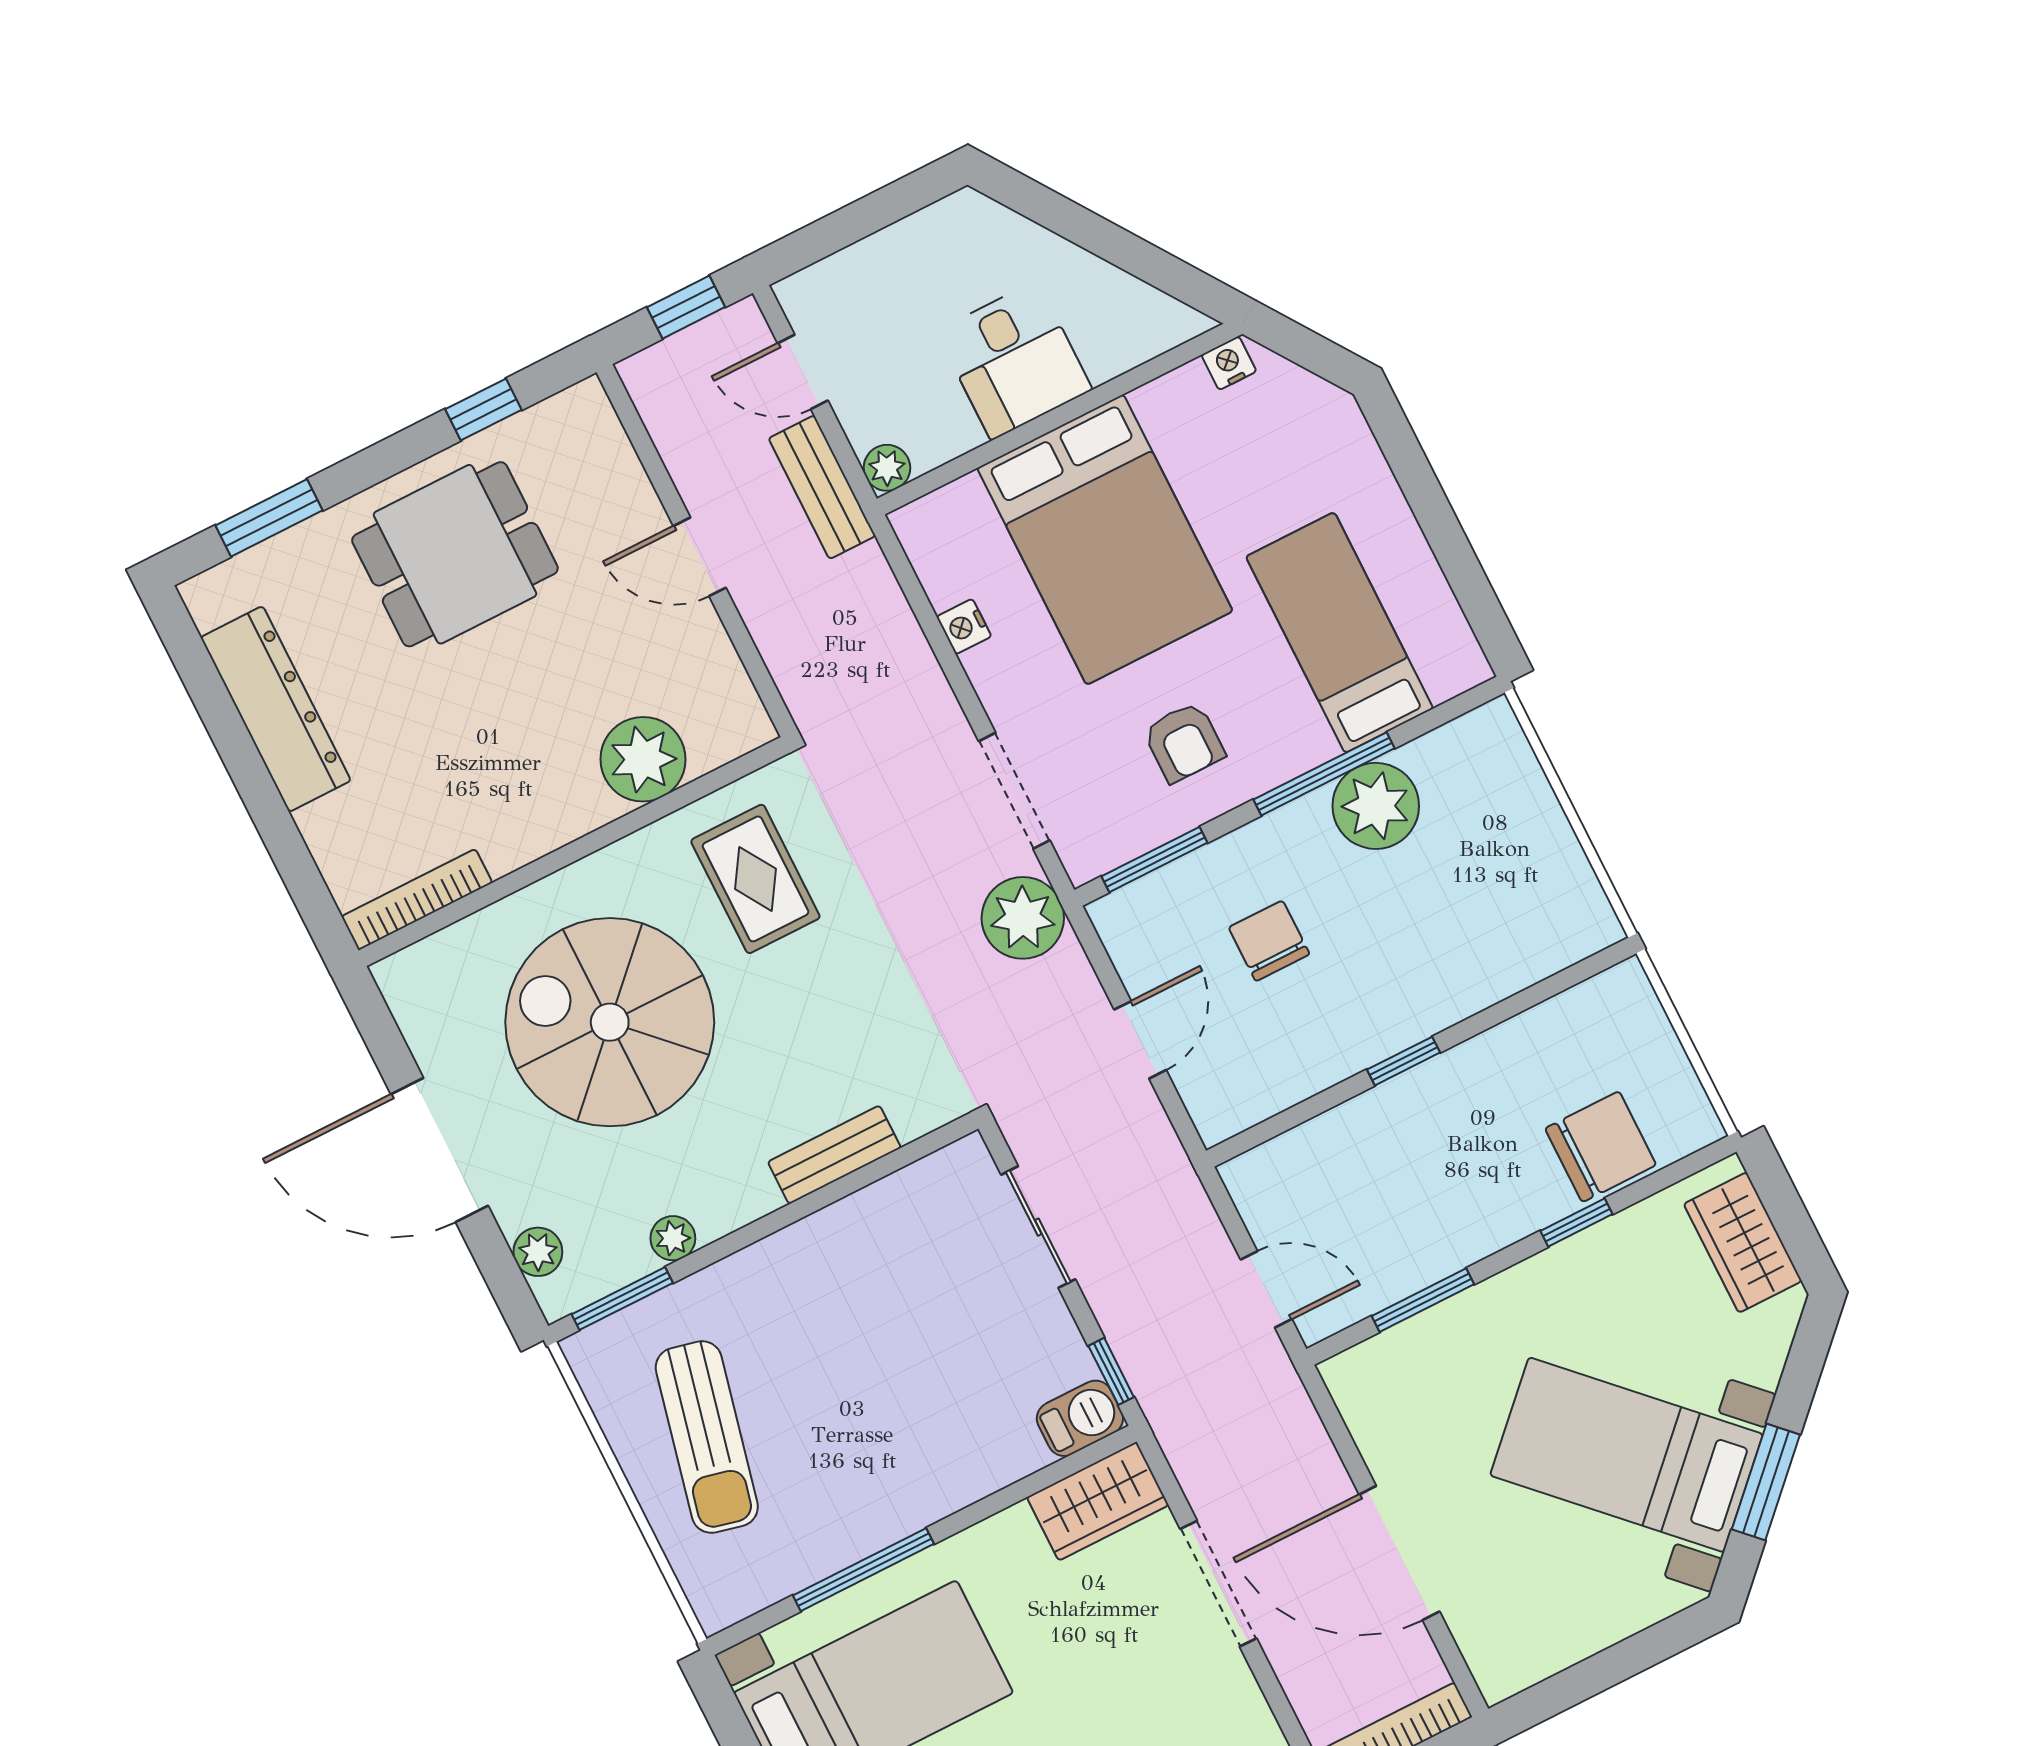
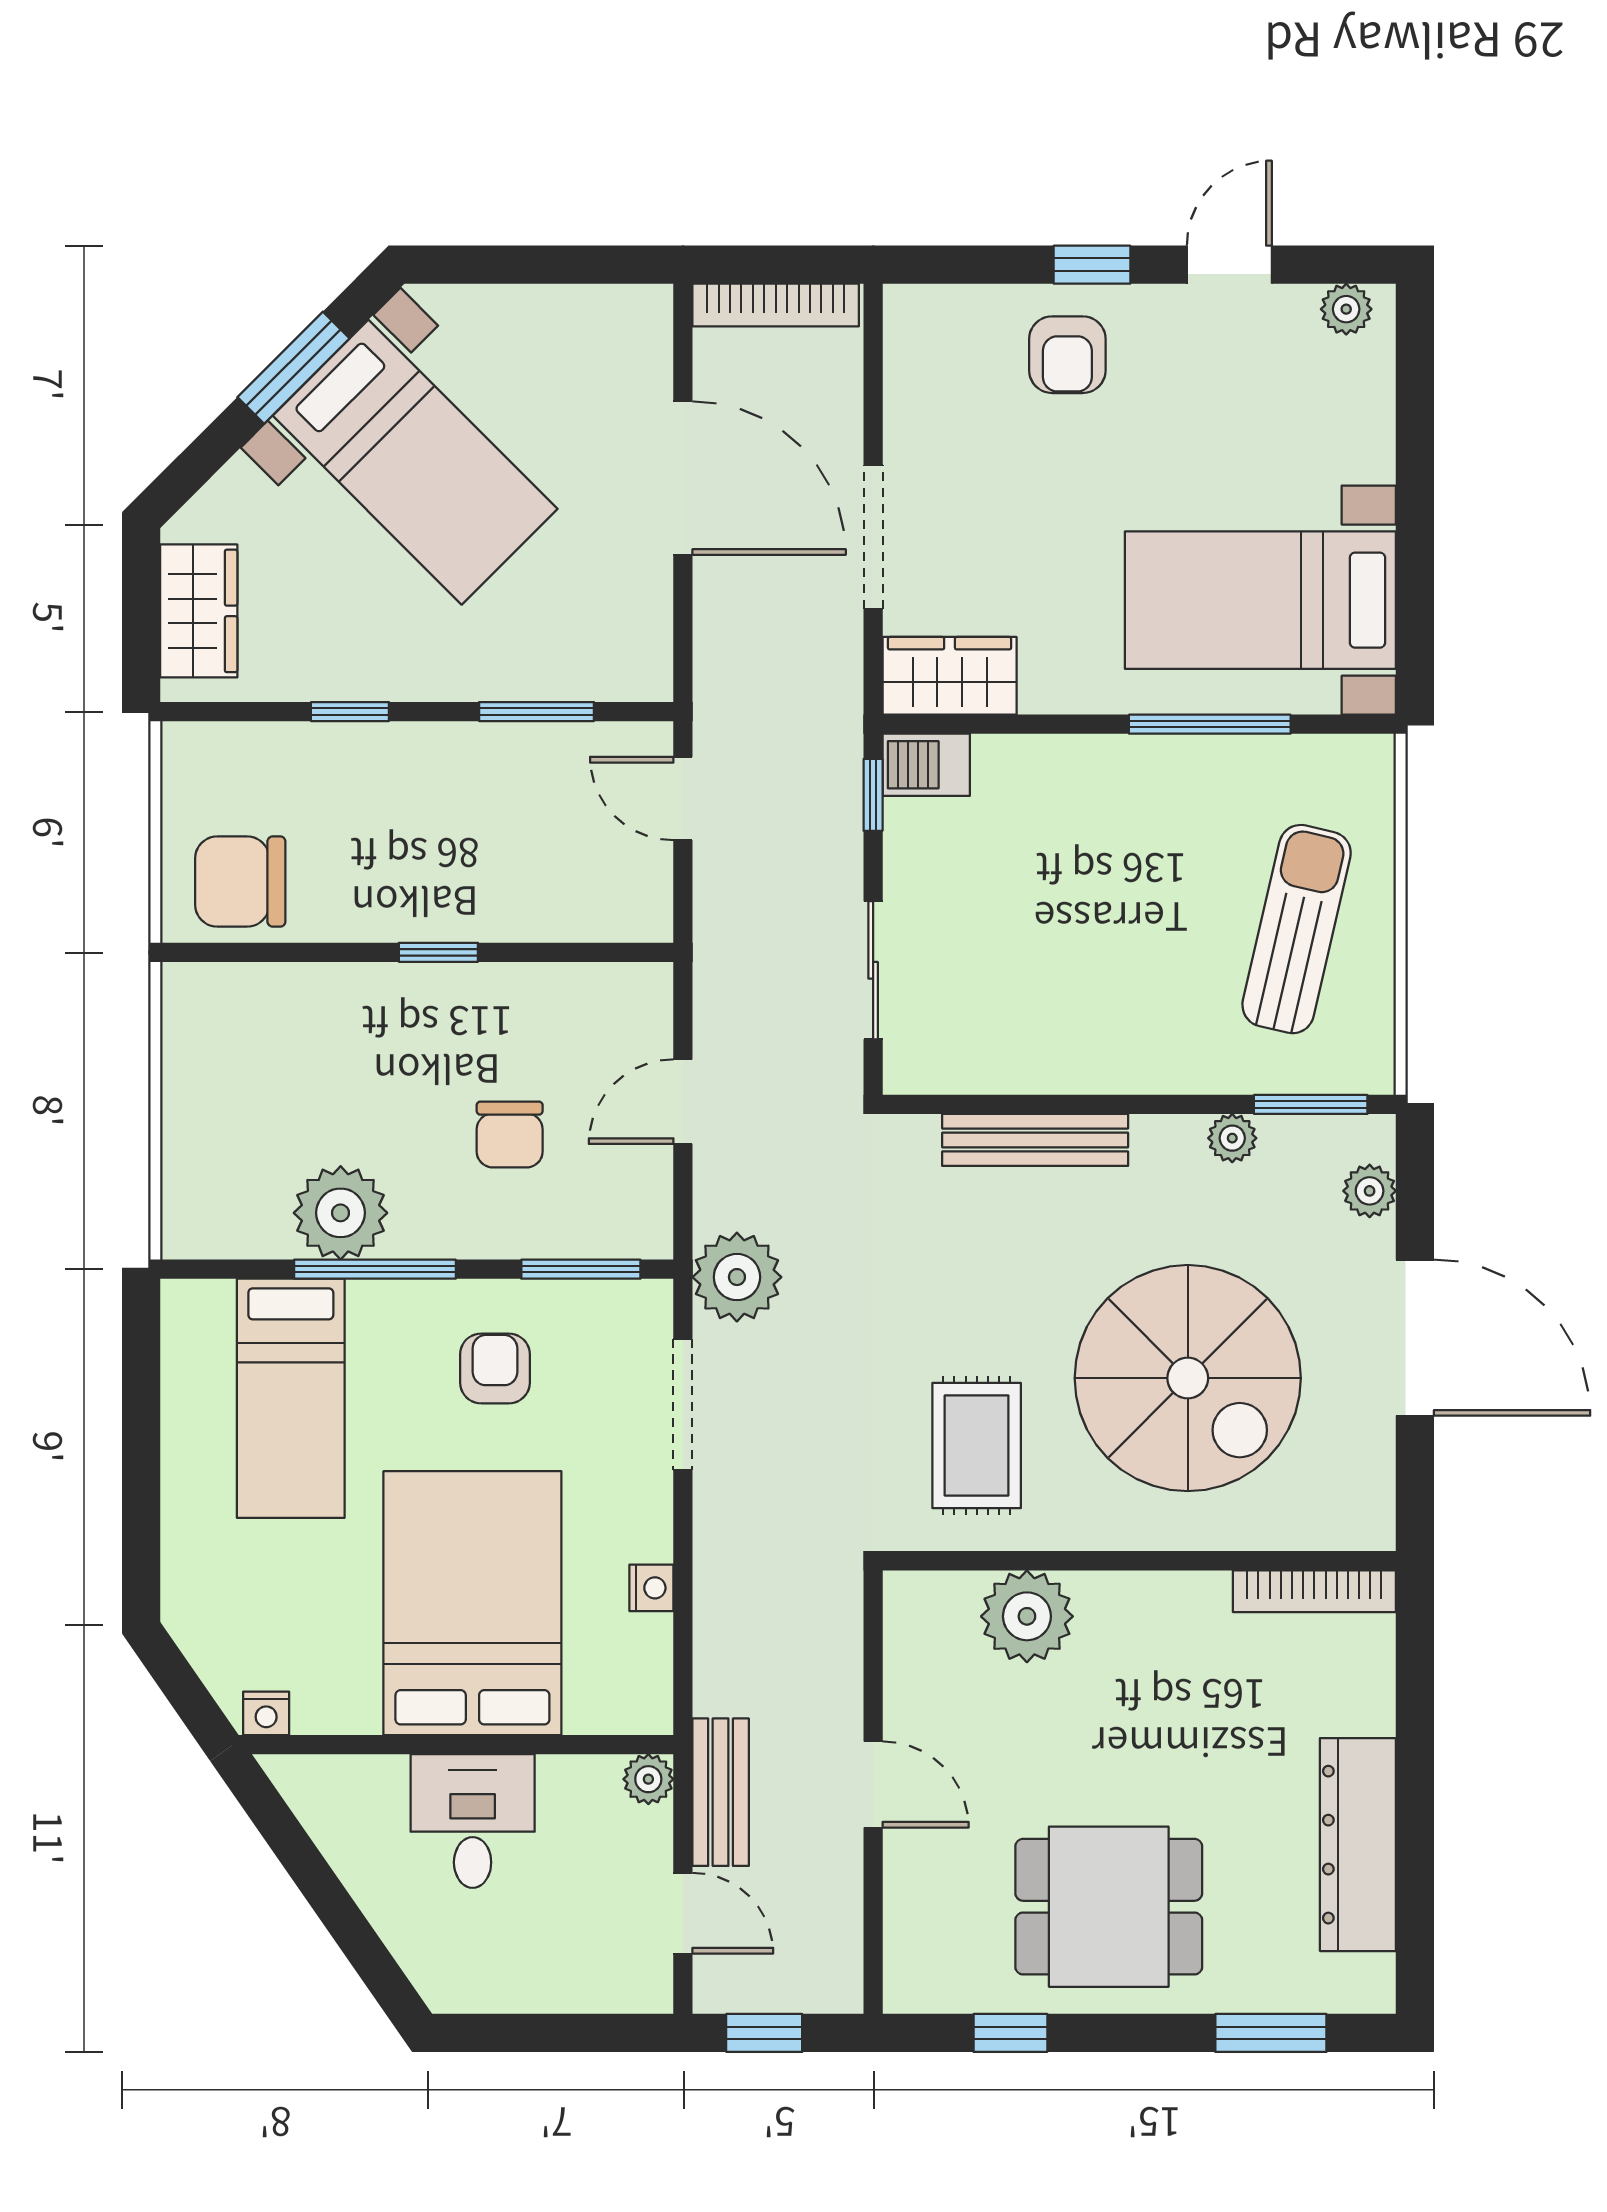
chair: (1601, 1147) -> (240, 882), moved
bench: (834, 1155) -> (1035, 1140), width x1.36

